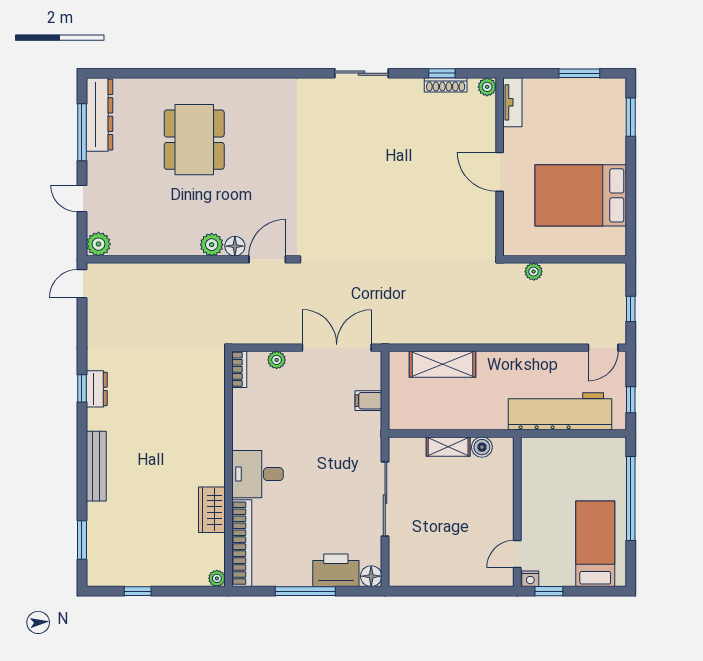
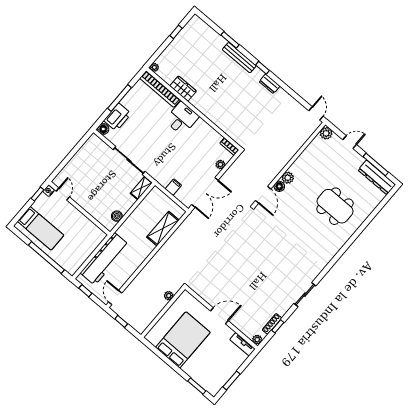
window: (82, 388) -> (262, 68), moved
shelving: (448, 447) -> (141, 188), moved
window: (82, 540) -> (230, 40), moved

